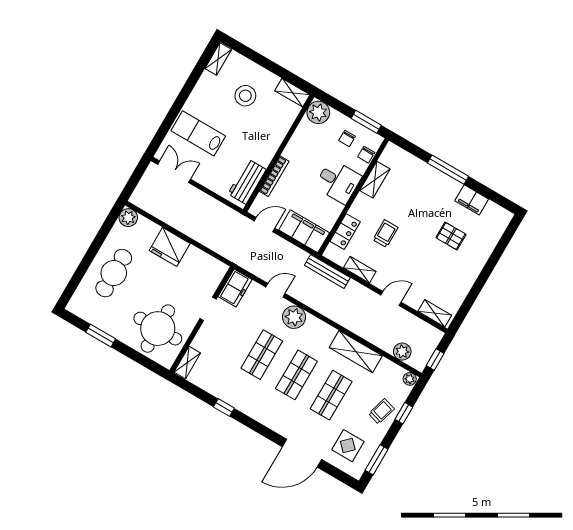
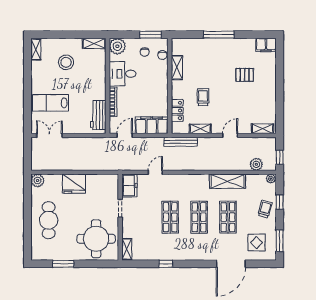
desk: (338, 182) -> (123, 74), moved, turned 180
filing cabinet: (472, 200) -> (266, 45), moved
plant: (294, 317) -> (177, 182), removed

